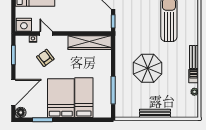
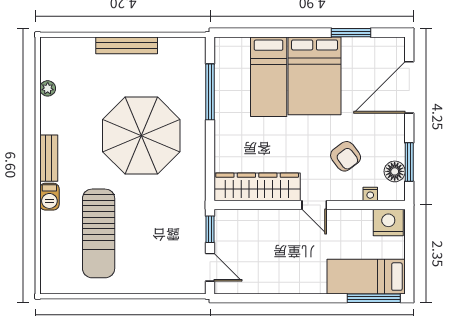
door: (46, 33) -> (314, 205), moved
parasol: (148, 68) -> (141, 136), width x1.36, depth x1.36
barbecue: (194, 76) -> (49, 197), moved
floor lamp: (21, 112) -> (395, 171), moved

